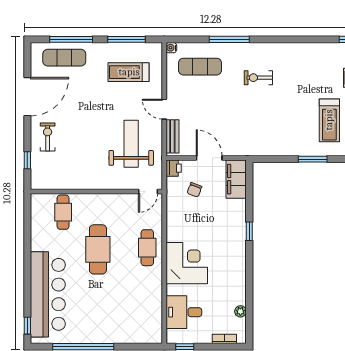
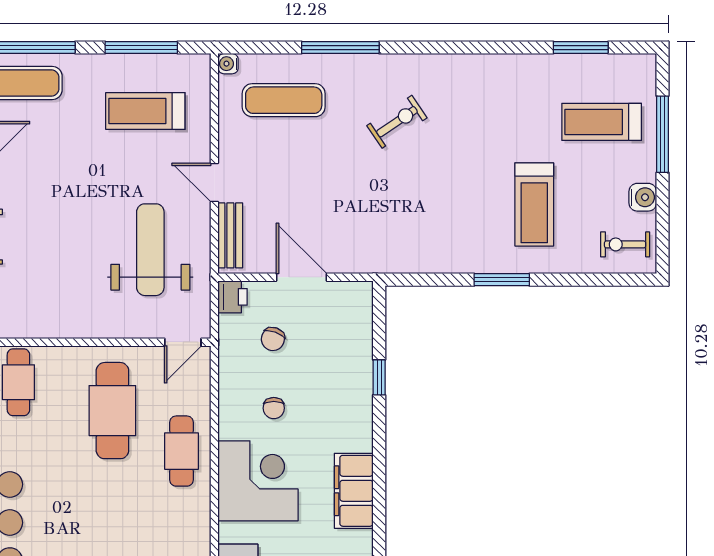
exercise bike: (258, 78) -> (397, 122), turned 146
filing cabinet: (236, 179) -> (354, 491), moved
chair: (195, 225) -> (274, 408), added
window: (249, 231) -> (379, 377), moved
cafe table: (98, 249) -> (112, 411), moved

